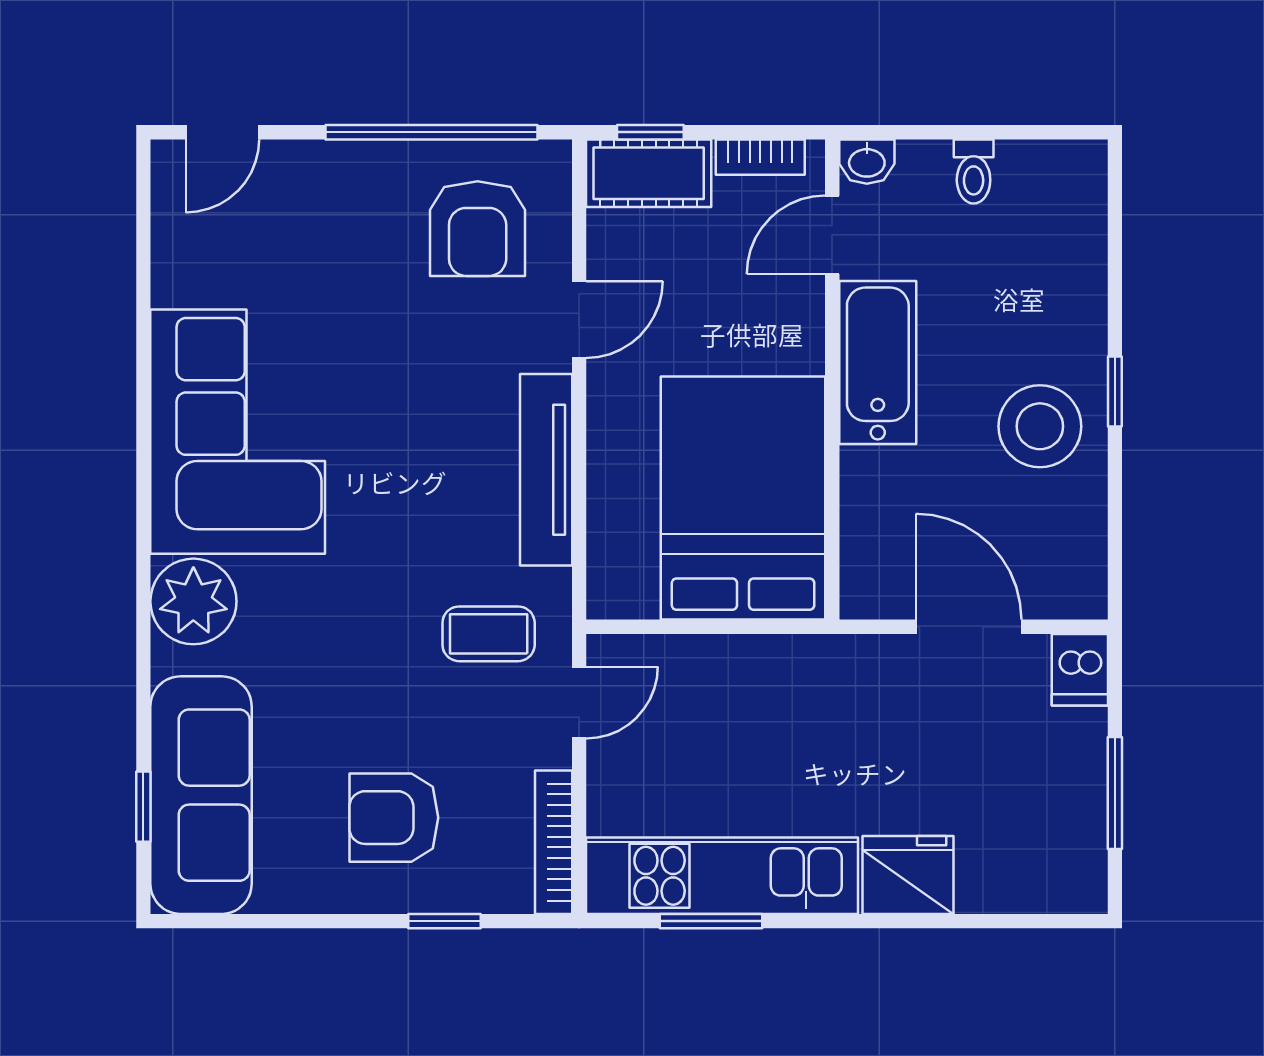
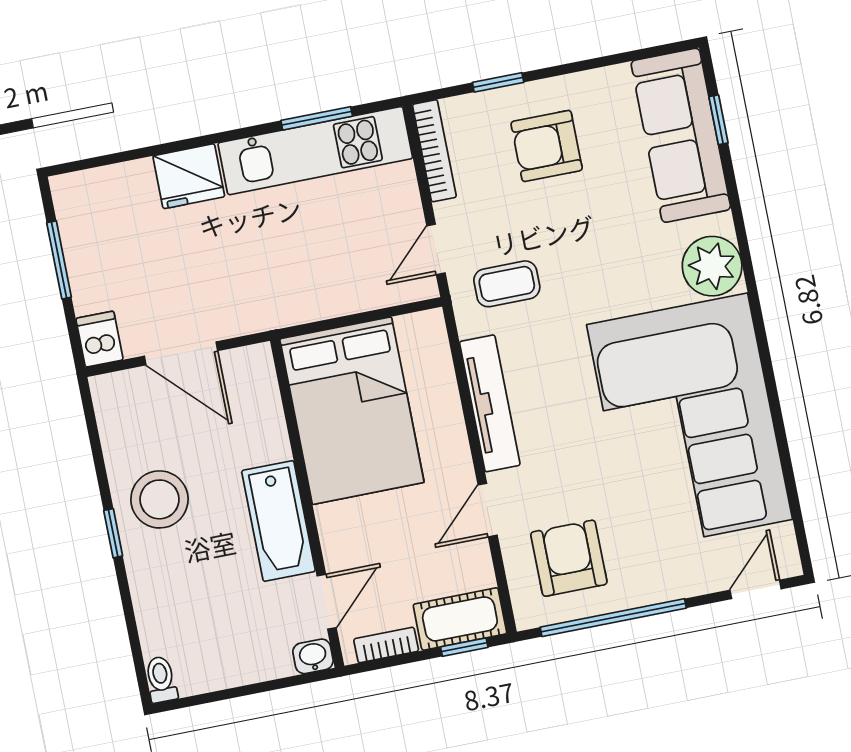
toilet: (974, 171) -> (161, 679), moved
corner sofa: (238, 432) -> (690, 422), width x1.36, depth x1.36
armchair: (394, 818) -> (547, 146), turned 180

